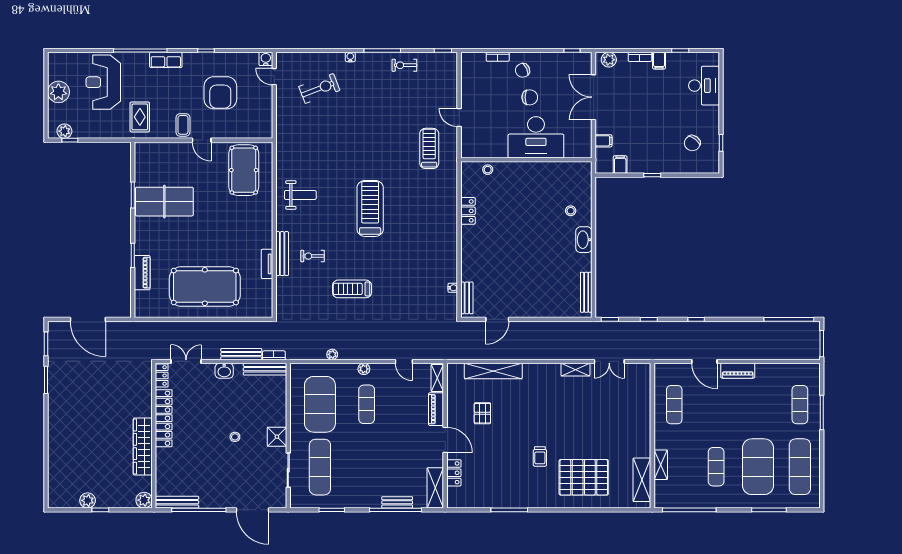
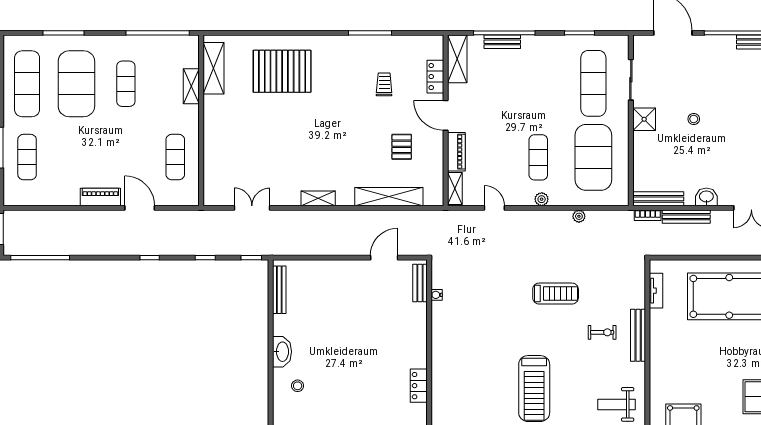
tv unit: (267, 264) -> (656, 291), moved
shelving: (575, 370) -> (318, 198), moved
trolley: (540, 456) -> (384, 84), moved

